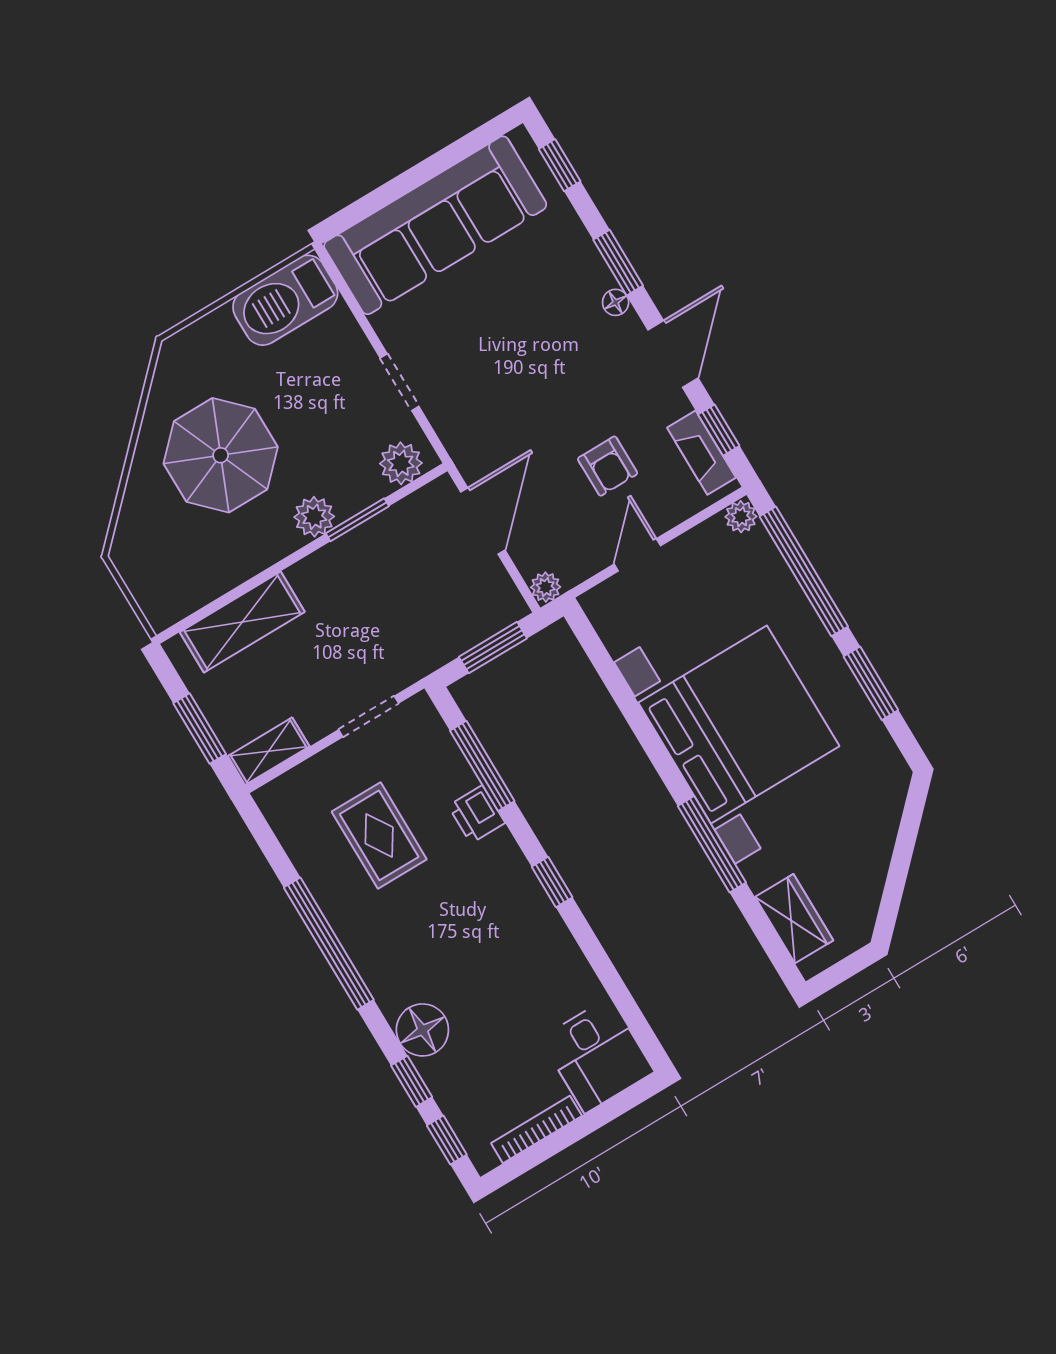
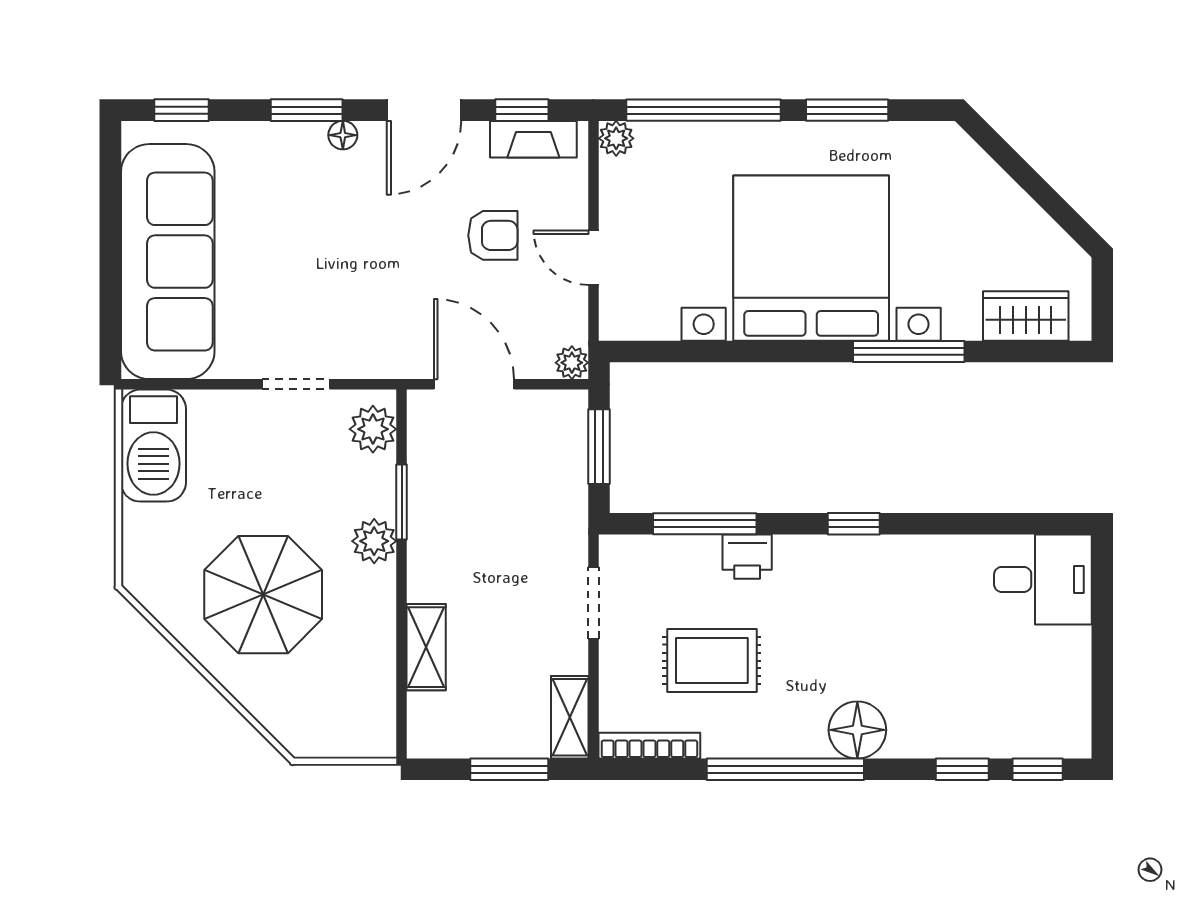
door: (673, 354) -> (424, 110), swing flipped
shelving: (242, 622) -> (426, 647), width x0.67, depth x0.75
floor lamp: (422, 1030) -> (857, 730), moved
bookcase: (536, 1129) -> (649, 746), moved, turned 90

